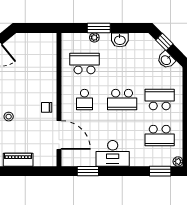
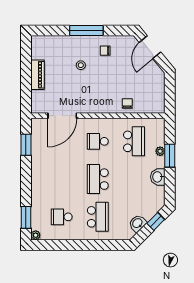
chair: (47, 107) -> (127, 104), moved
school desk: (160, 136) -> (62, 217), width x0.54
desk: (113, 153) -> (44, 170), removed

